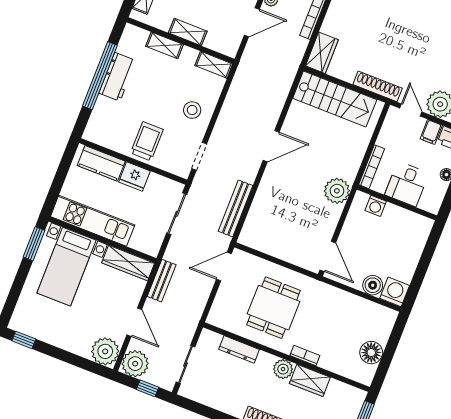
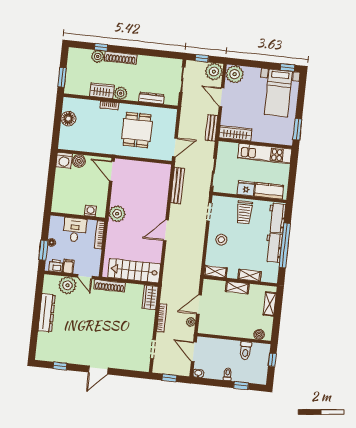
workbench: (101, 120) -> (277, 218), added
bed with nightstands: (66, 267) -> (278, 93), moved, turned 180

